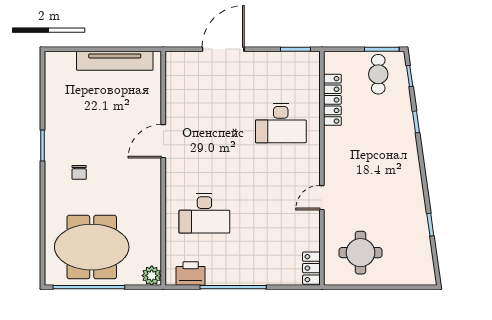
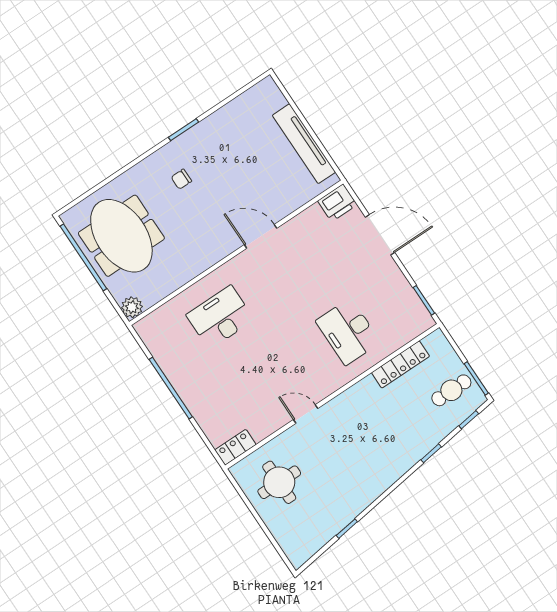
desk: (204, 213) -> (220, 317), turned 90
printer: (191, 274) -> (337, 203), moved, turned 90

